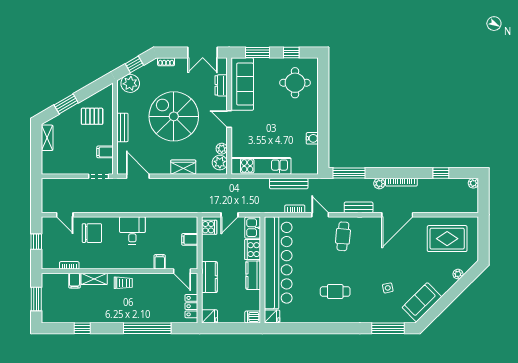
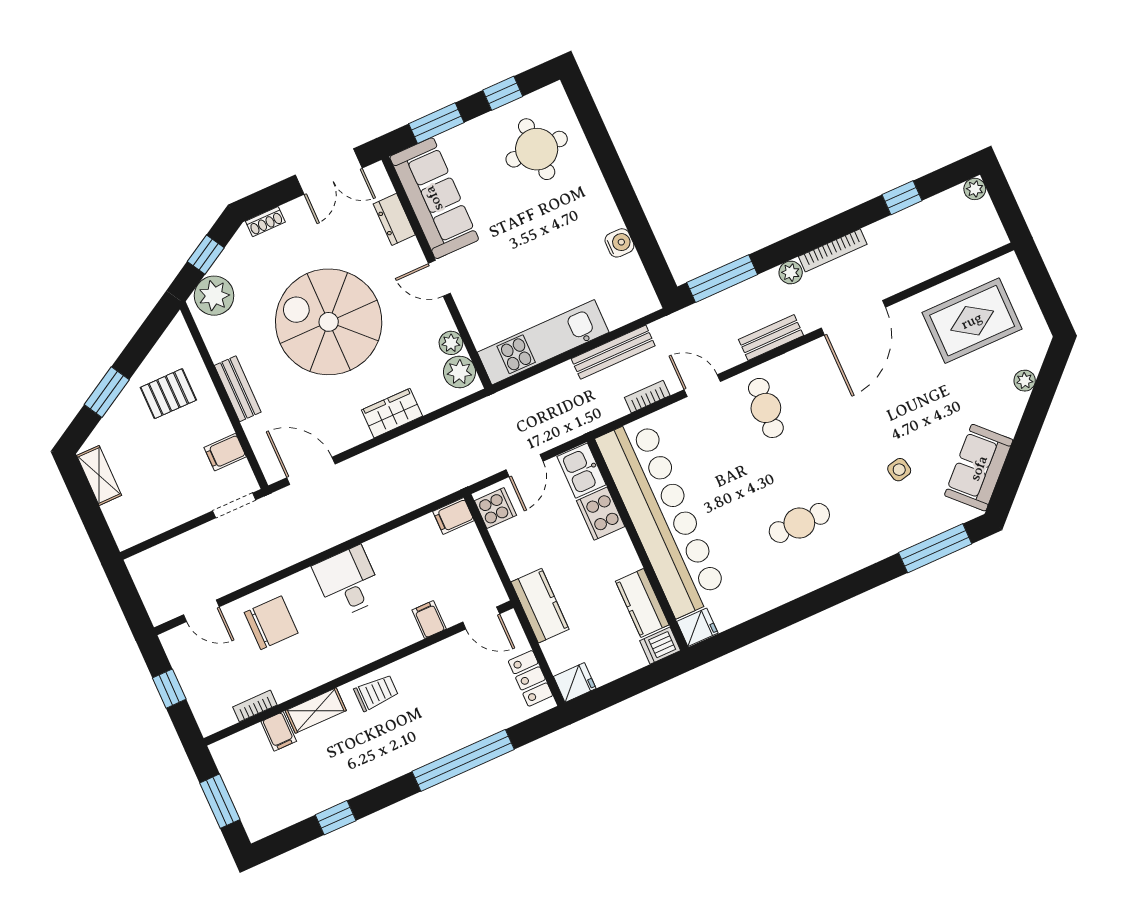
filing cabinet: (190, 239) -> (454, 516), moved
kitchen counter: (253, 275) -> (642, 603), moved

